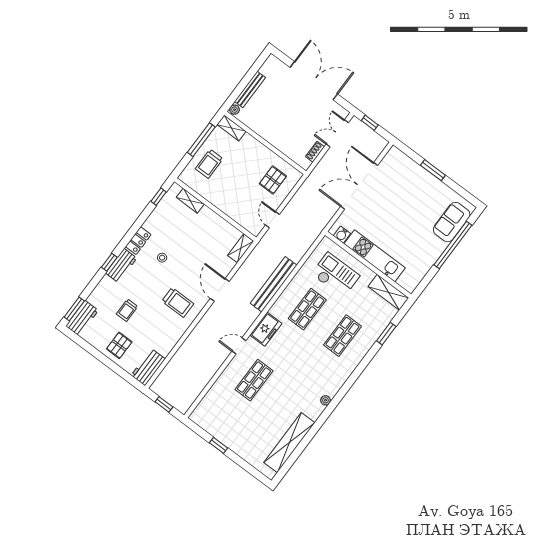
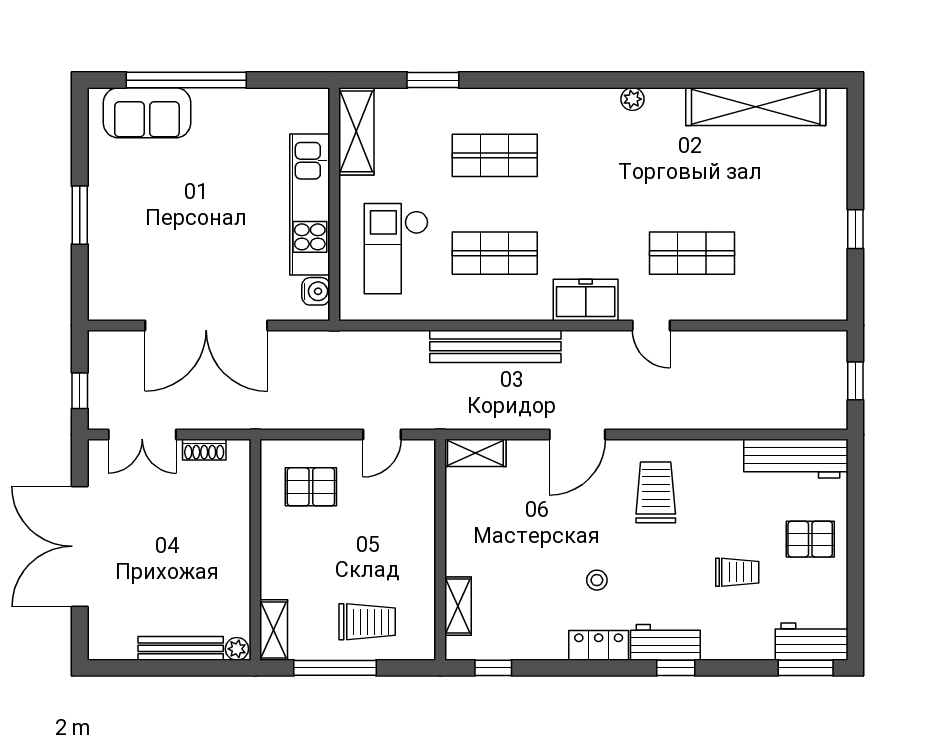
workbench: (148, 367) -> (796, 459), width x1.38

